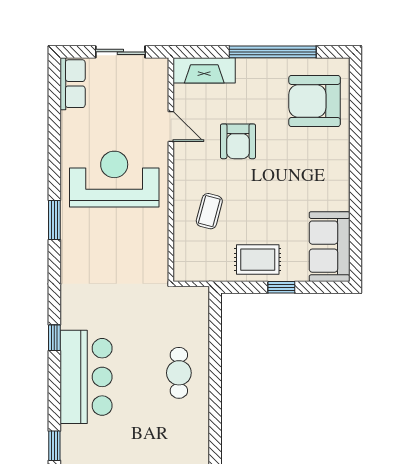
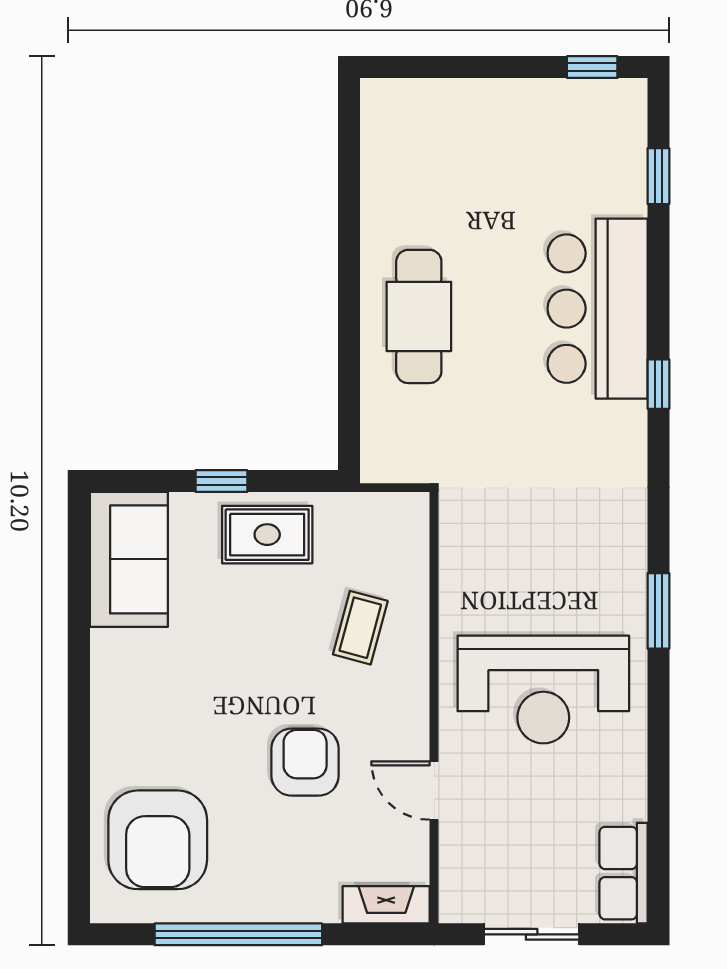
fireplace: (204, 70) -> (386, 905), width x0.73, depth x0.76
armchair: (315, 101) -> (158, 840), turned 90
cafe table: (179, 373) -> (419, 316), width x1.37, depth x1.35

